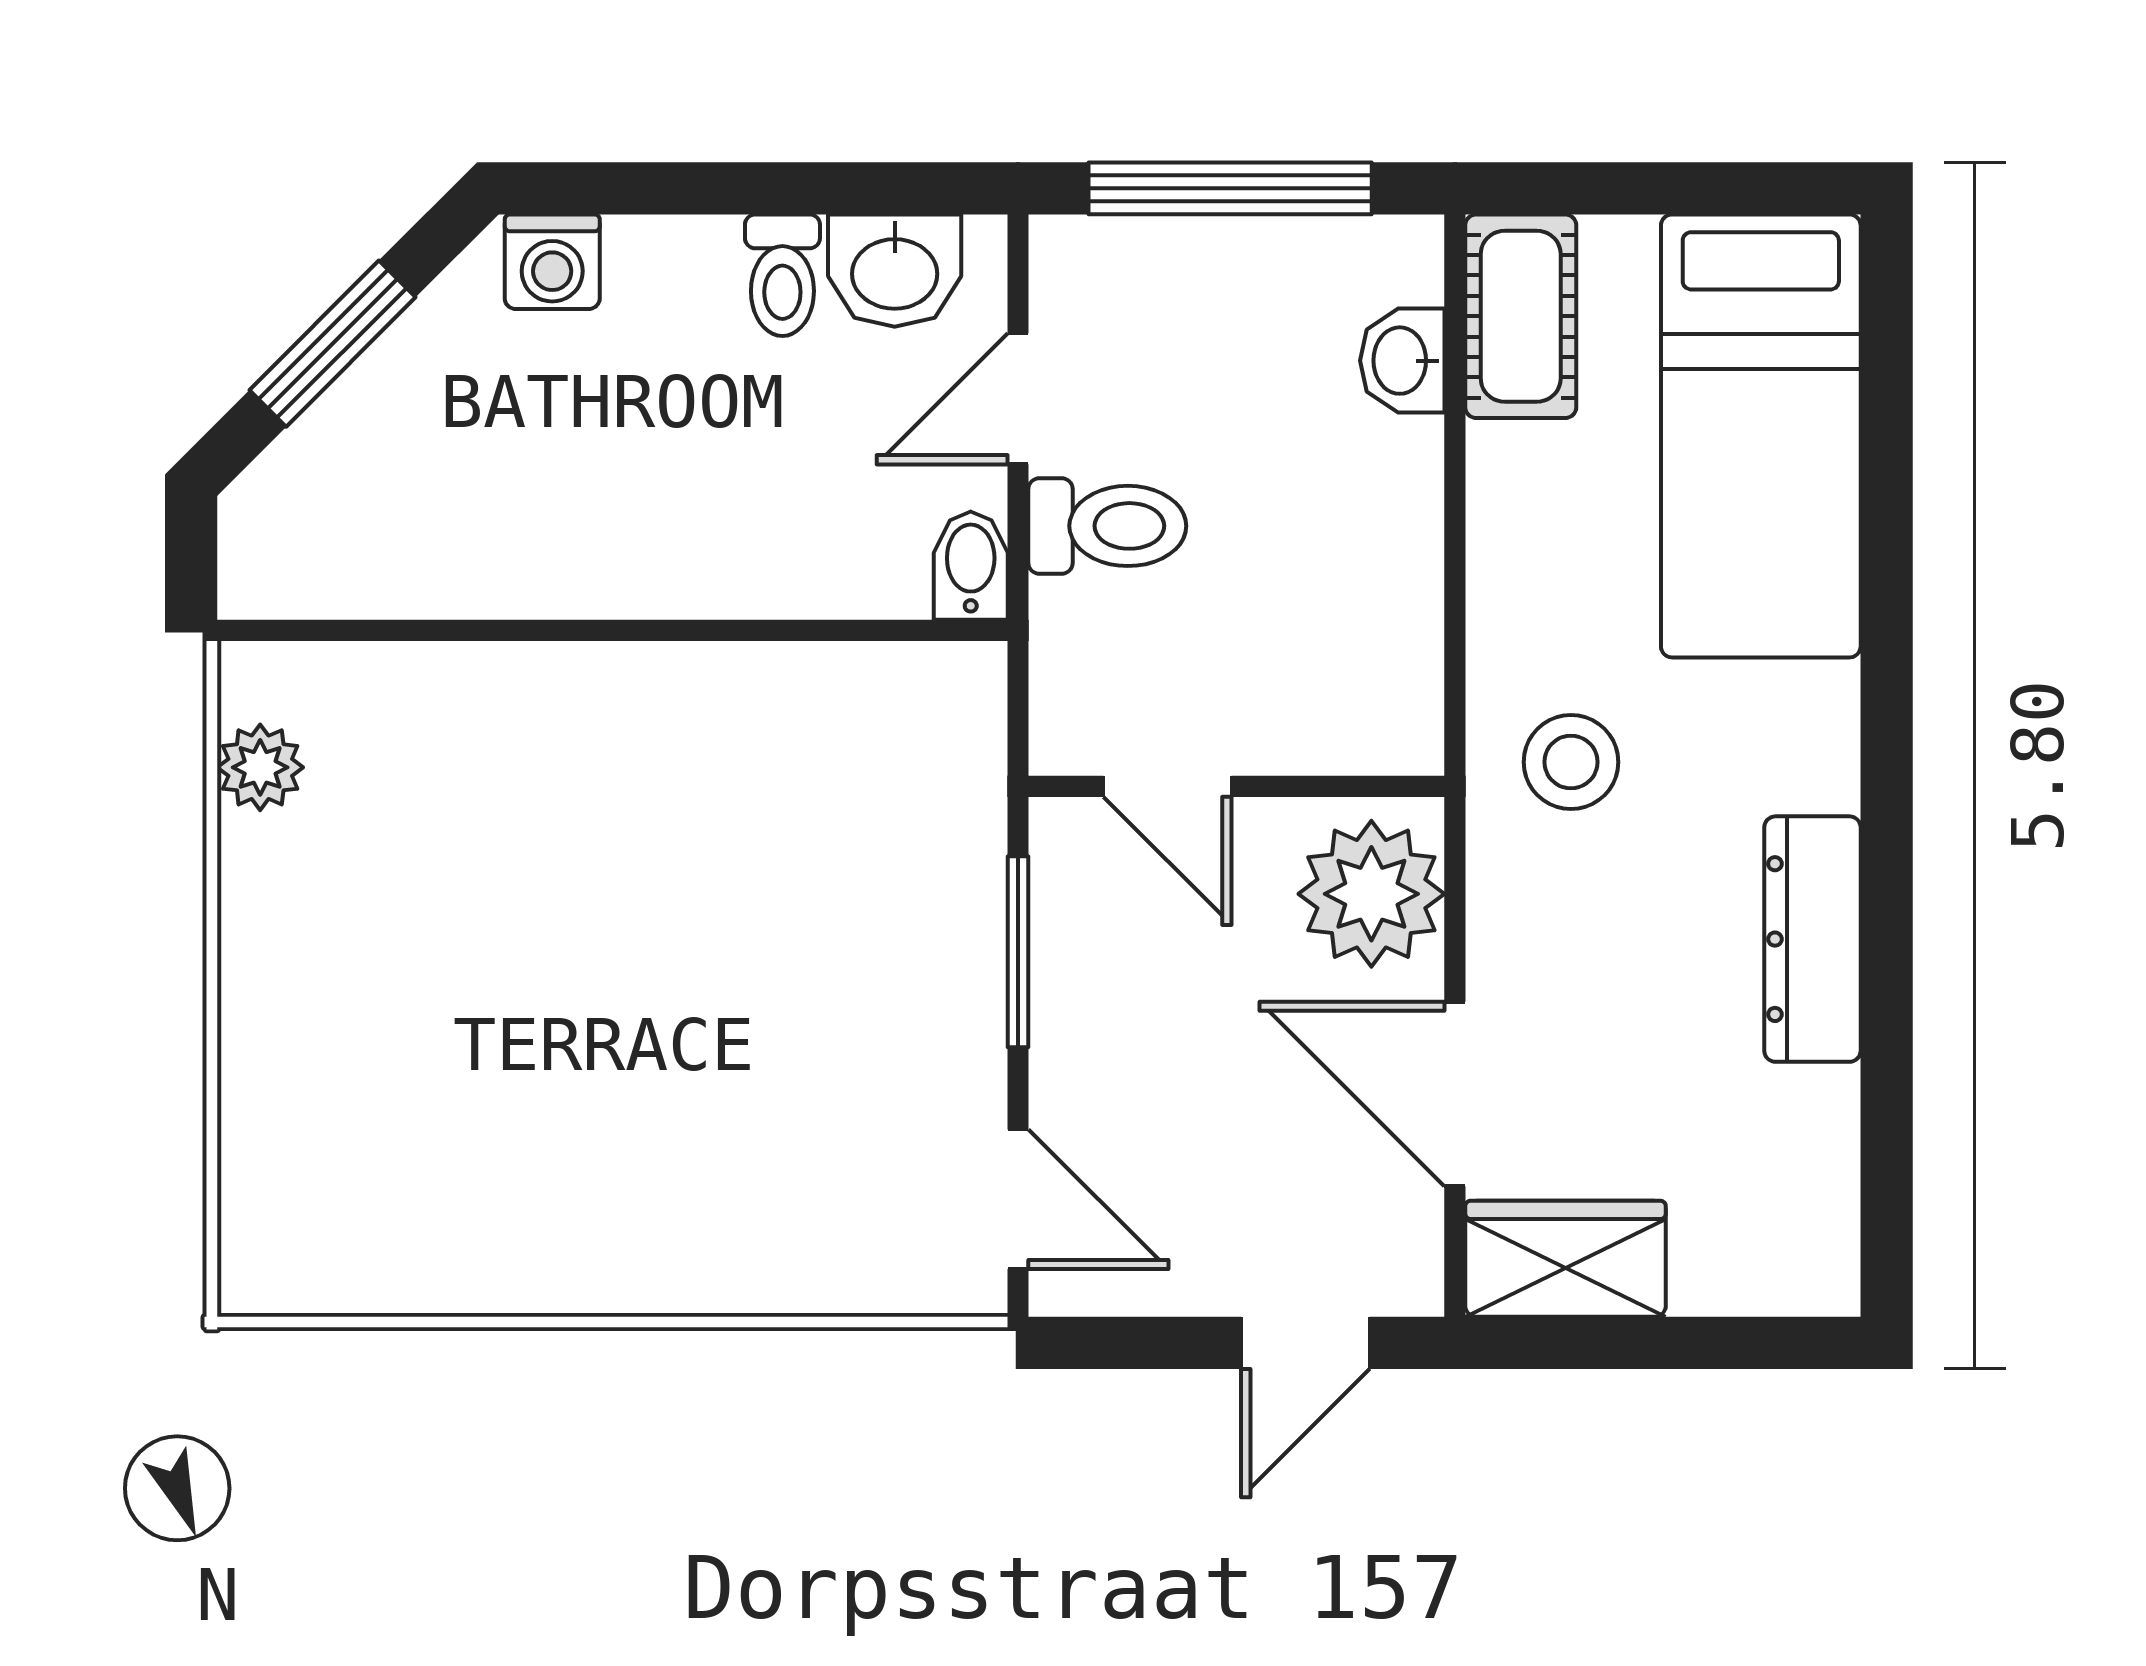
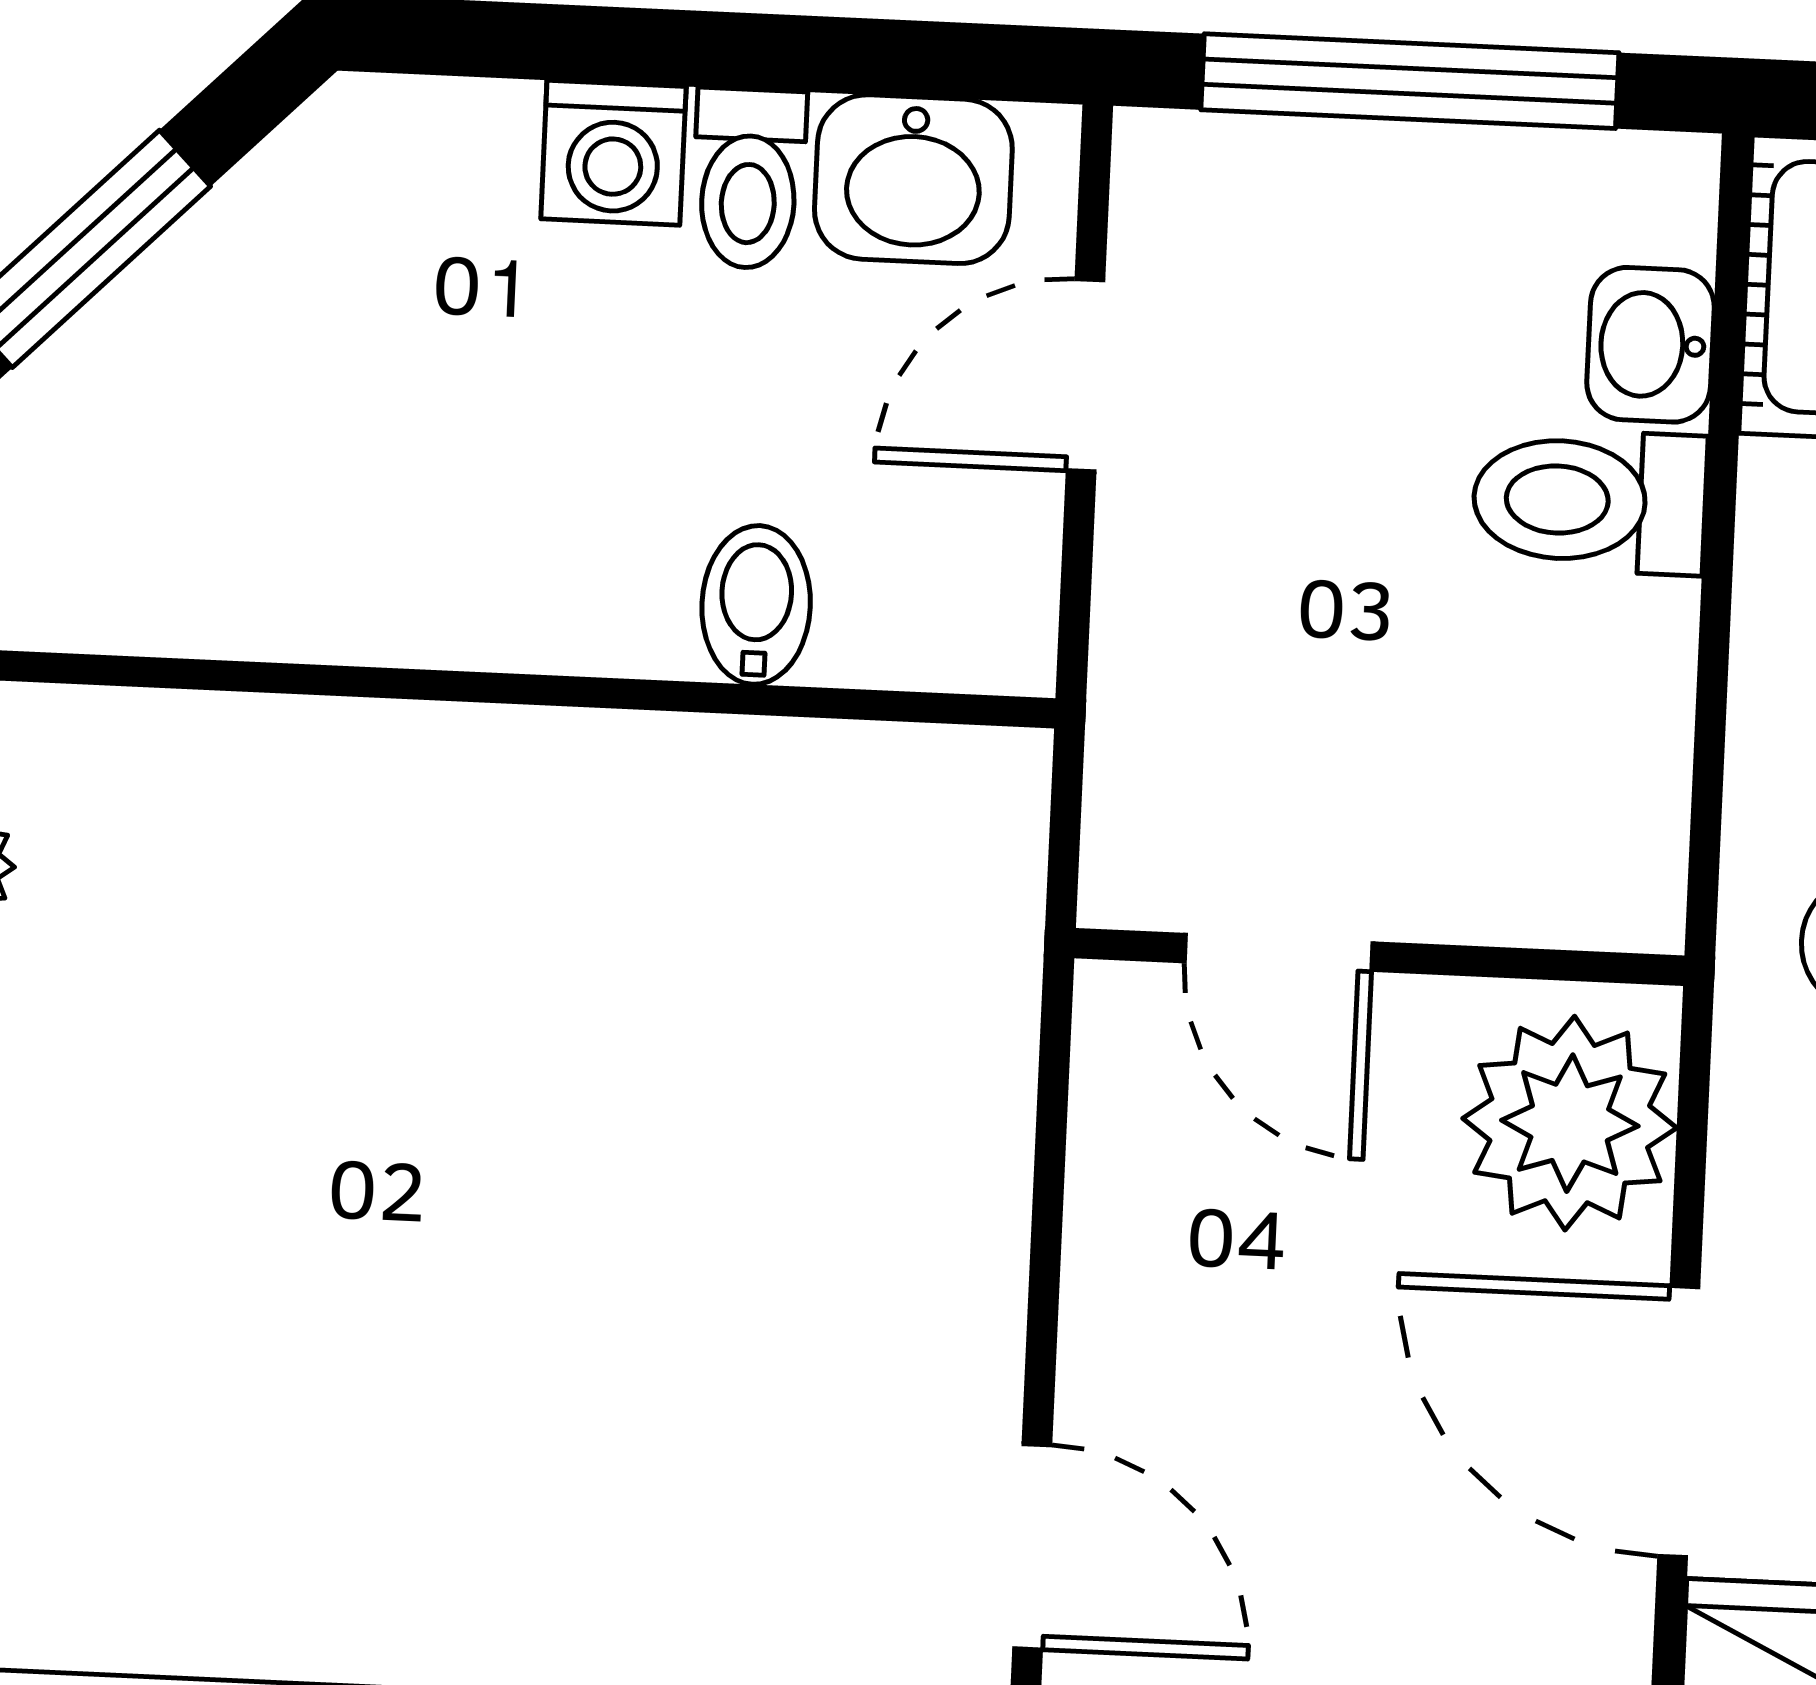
washing machine: (552, 262) -> (613, 153), moved
toilet: (1107, 526) -> (1590, 501), moved, turned 180
bidet: (971, 566) -> (756, 605), moved
window: (1018, 952) -> (1049, 1185), removed

